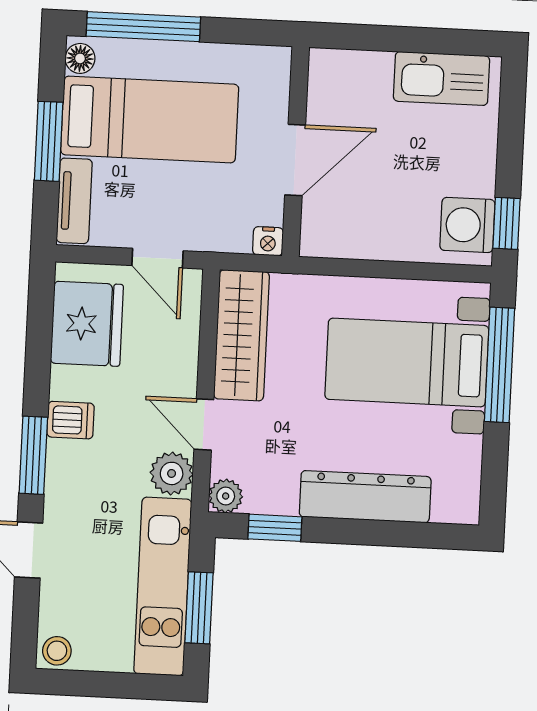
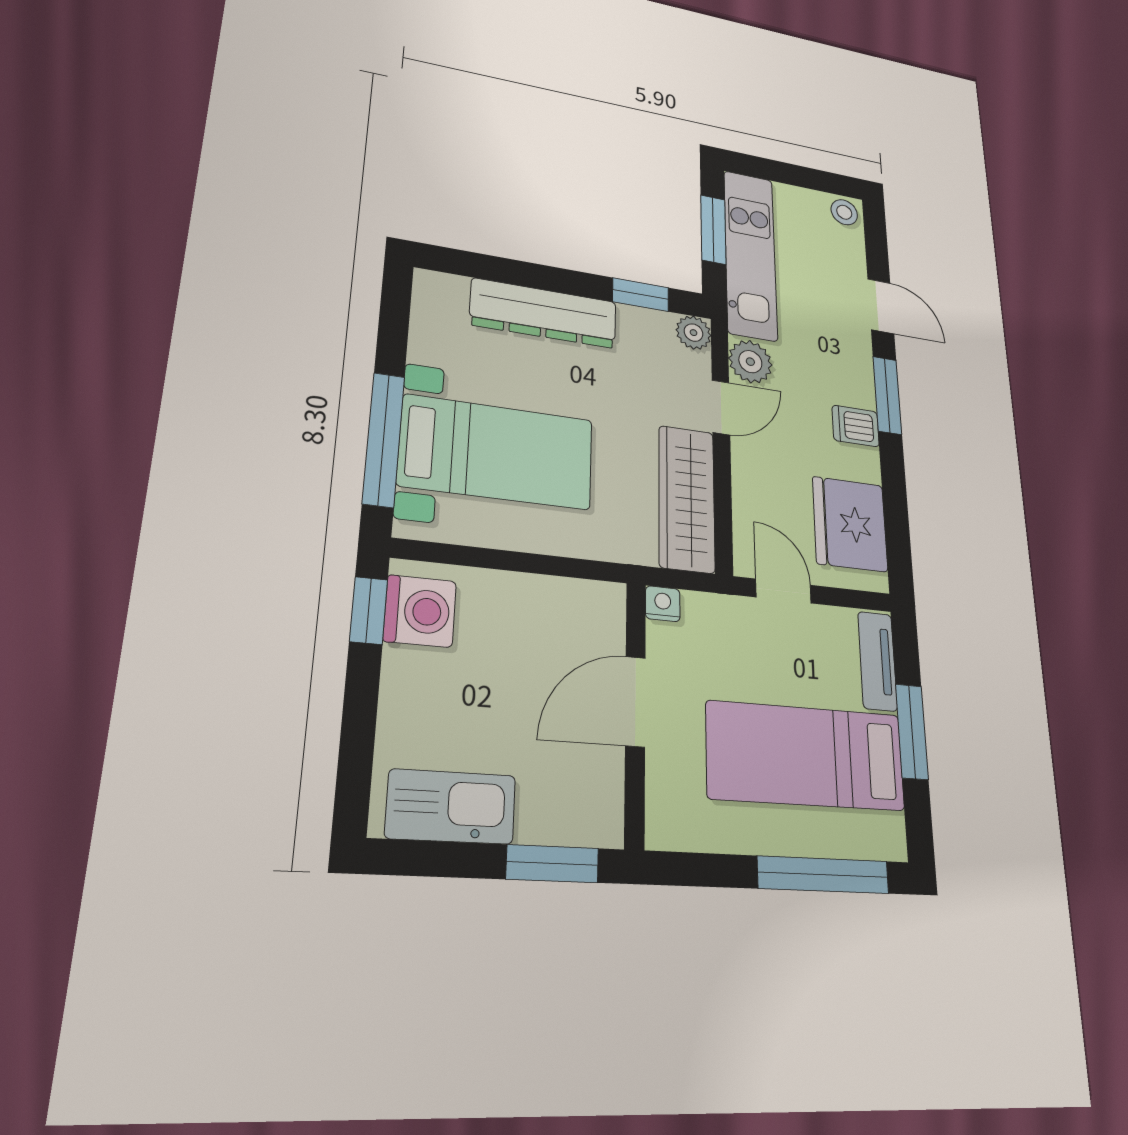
window: (365, 37) -> (553, 864), added
floor lamp: (80, 58) -> (890, 833), removed
door: (204, 424) -> (721, 407), hinge flipped

